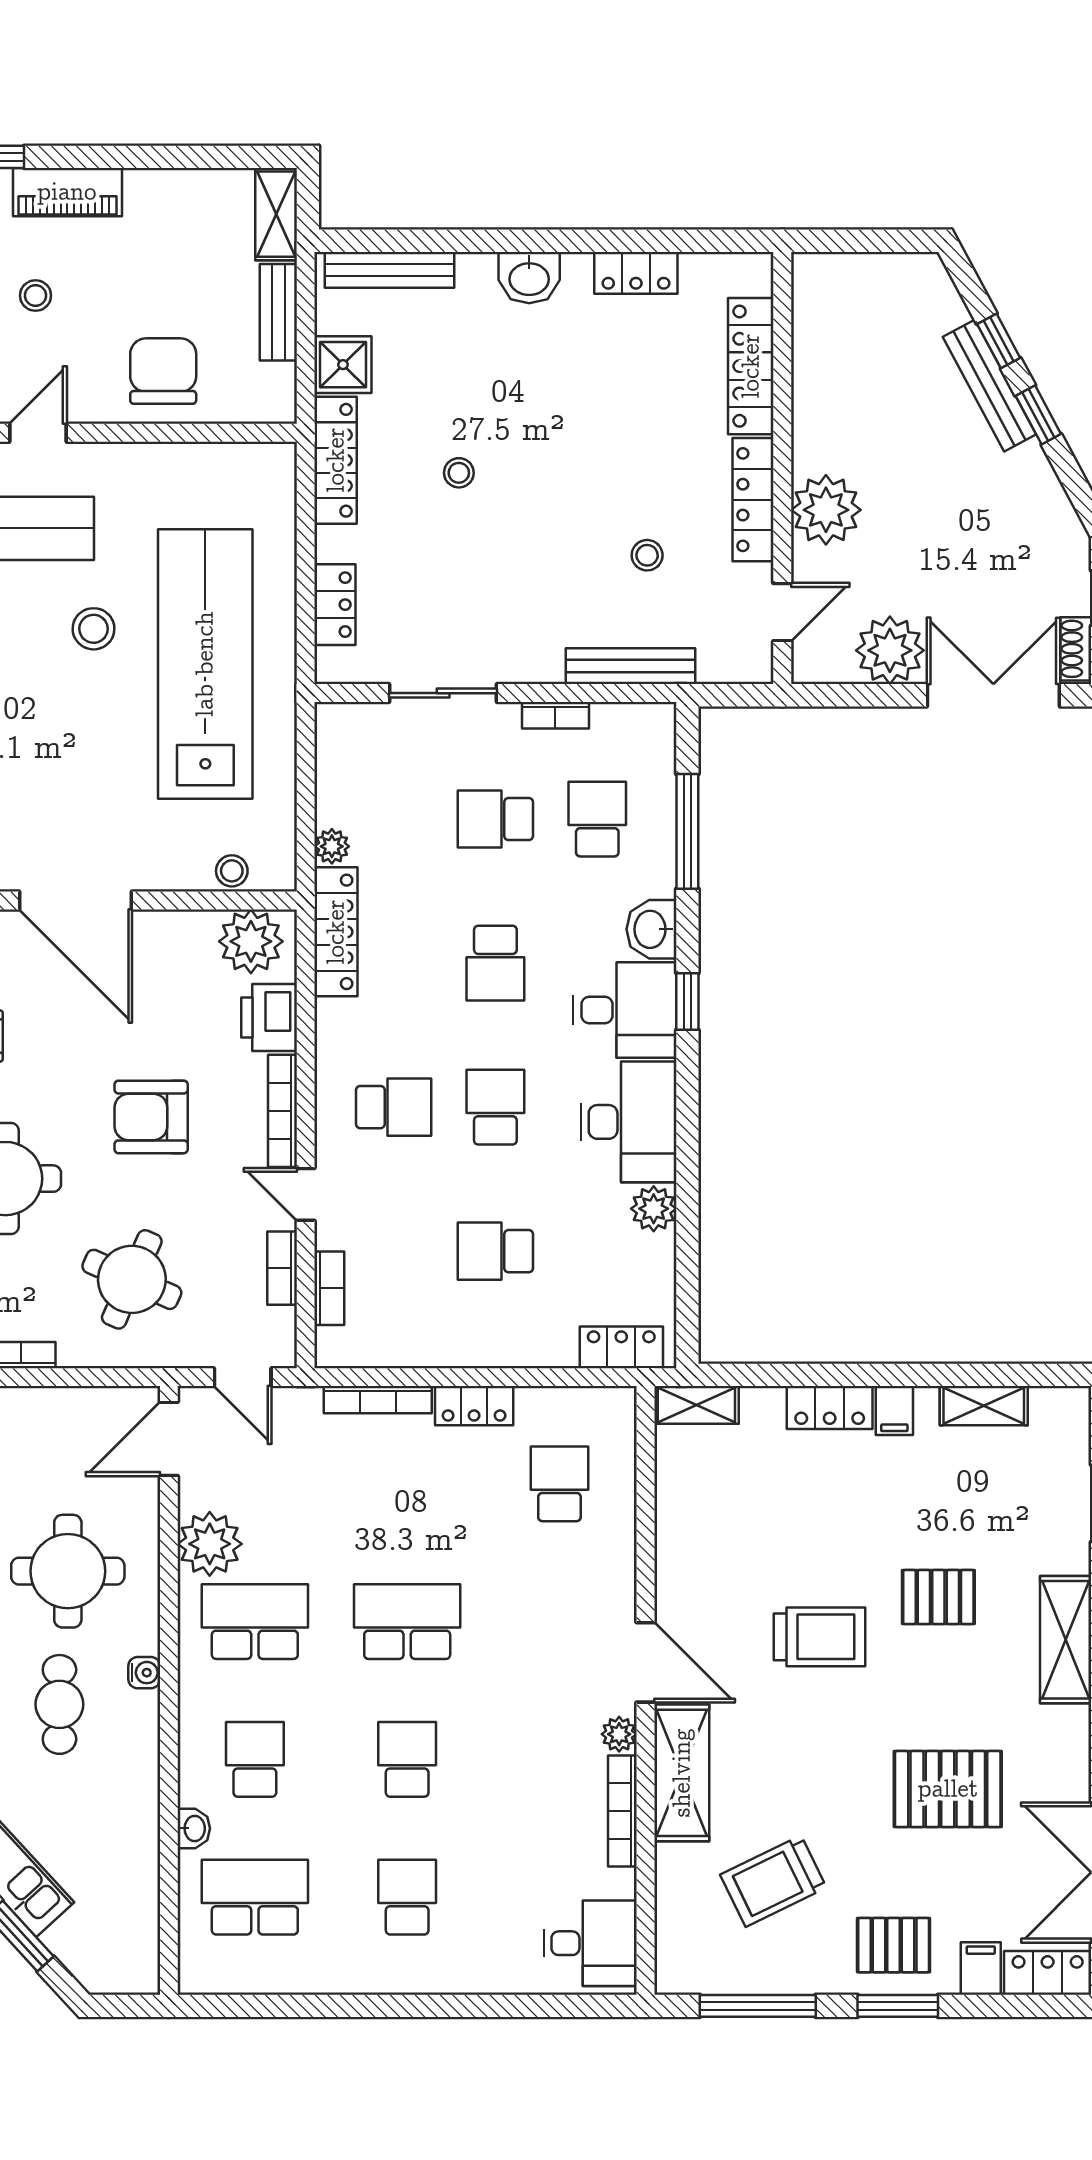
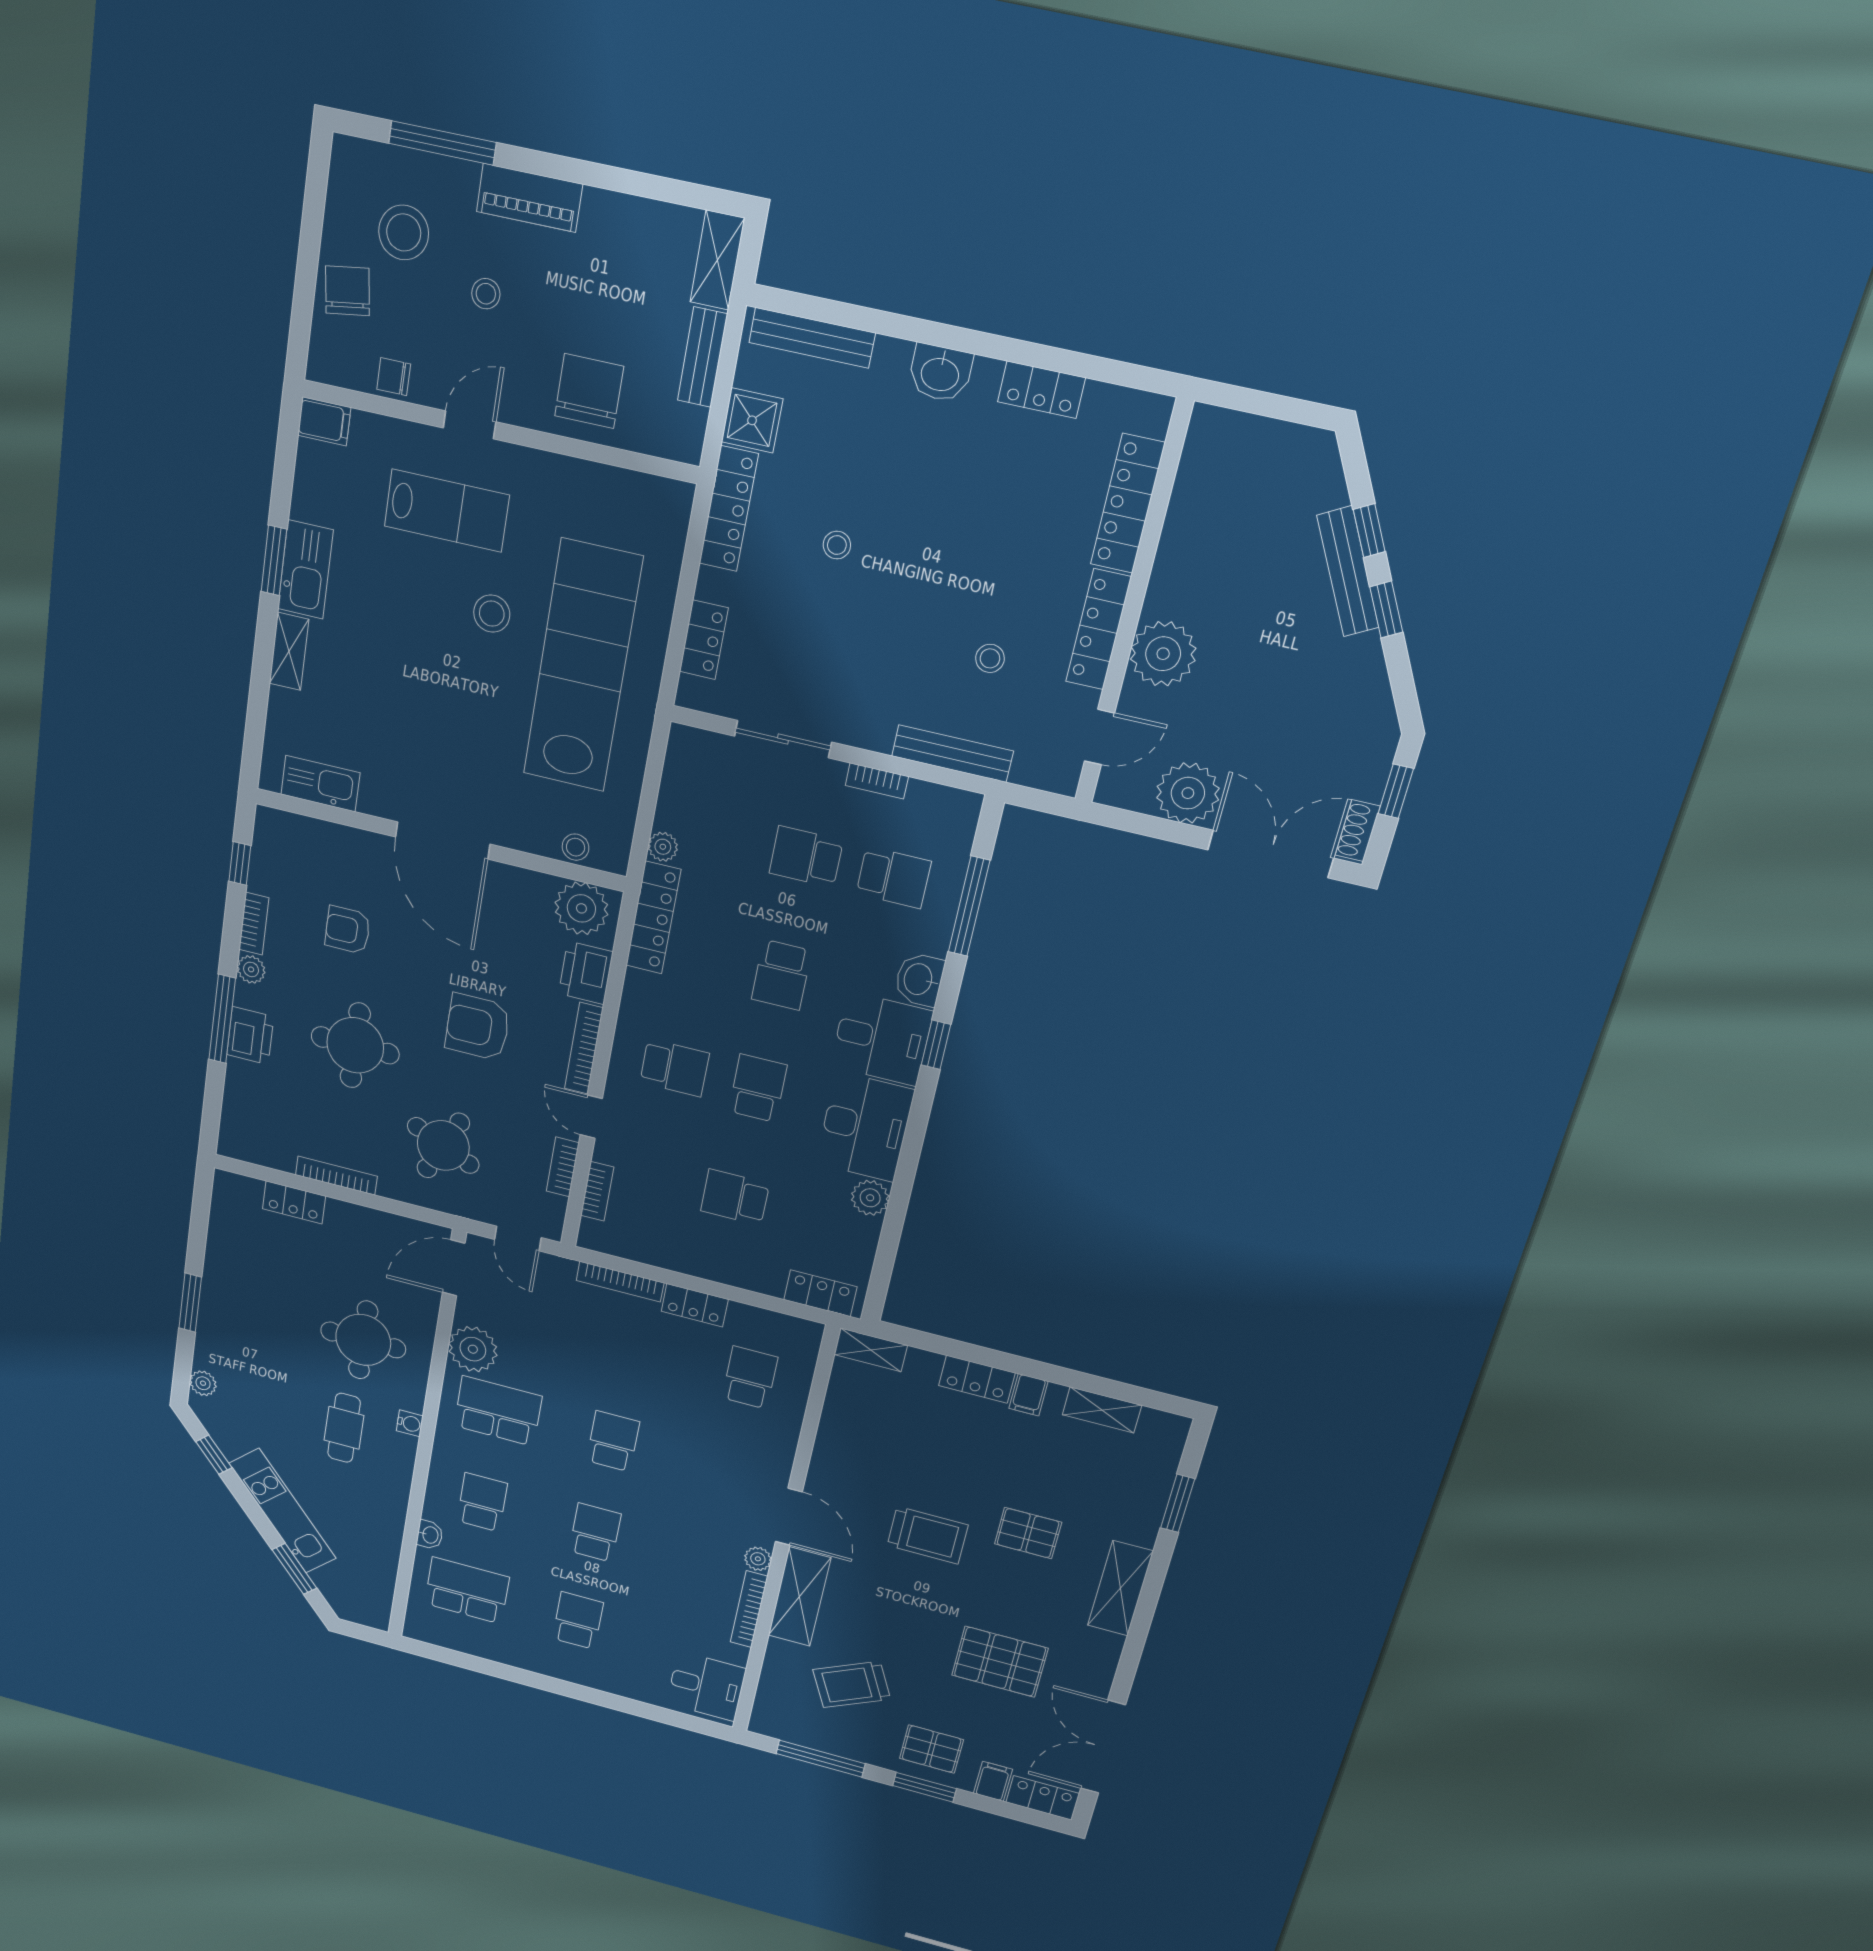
school desk: (597, 819) -> (894, 878), turned 90
school desk: (407, 1622) -> (613, 1441), width x0.54

